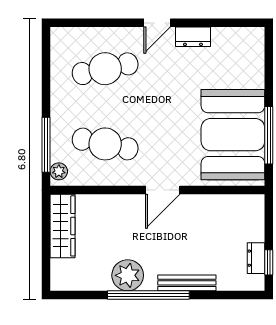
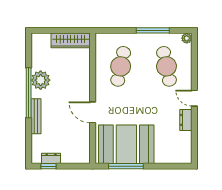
window: (46, 145) -> (153, 30), moved
plant: (59, 171) -> (187, 38), moved
door: (163, 190) -> (93, 112), moved

